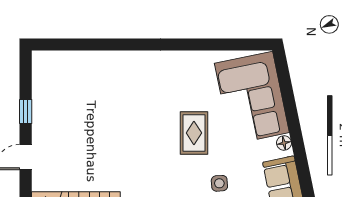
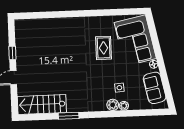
rug: (194, 133) -> (104, 48), moved

